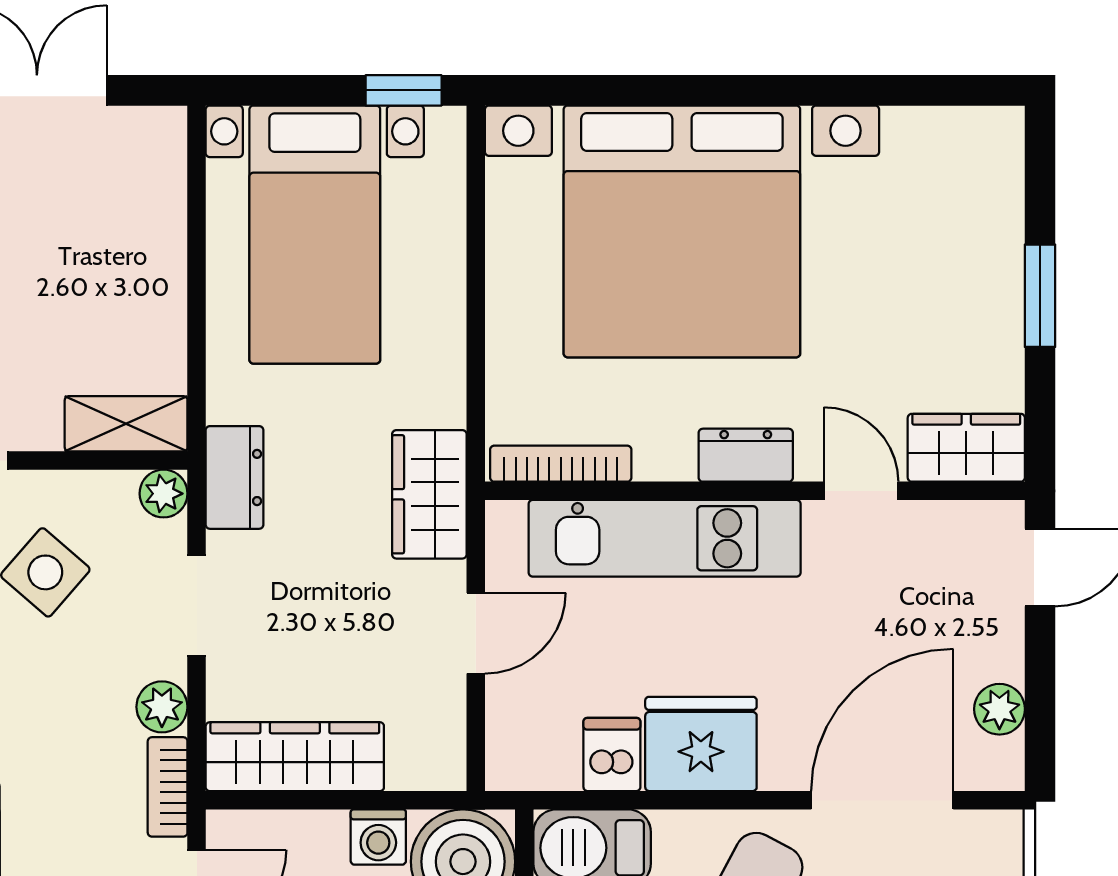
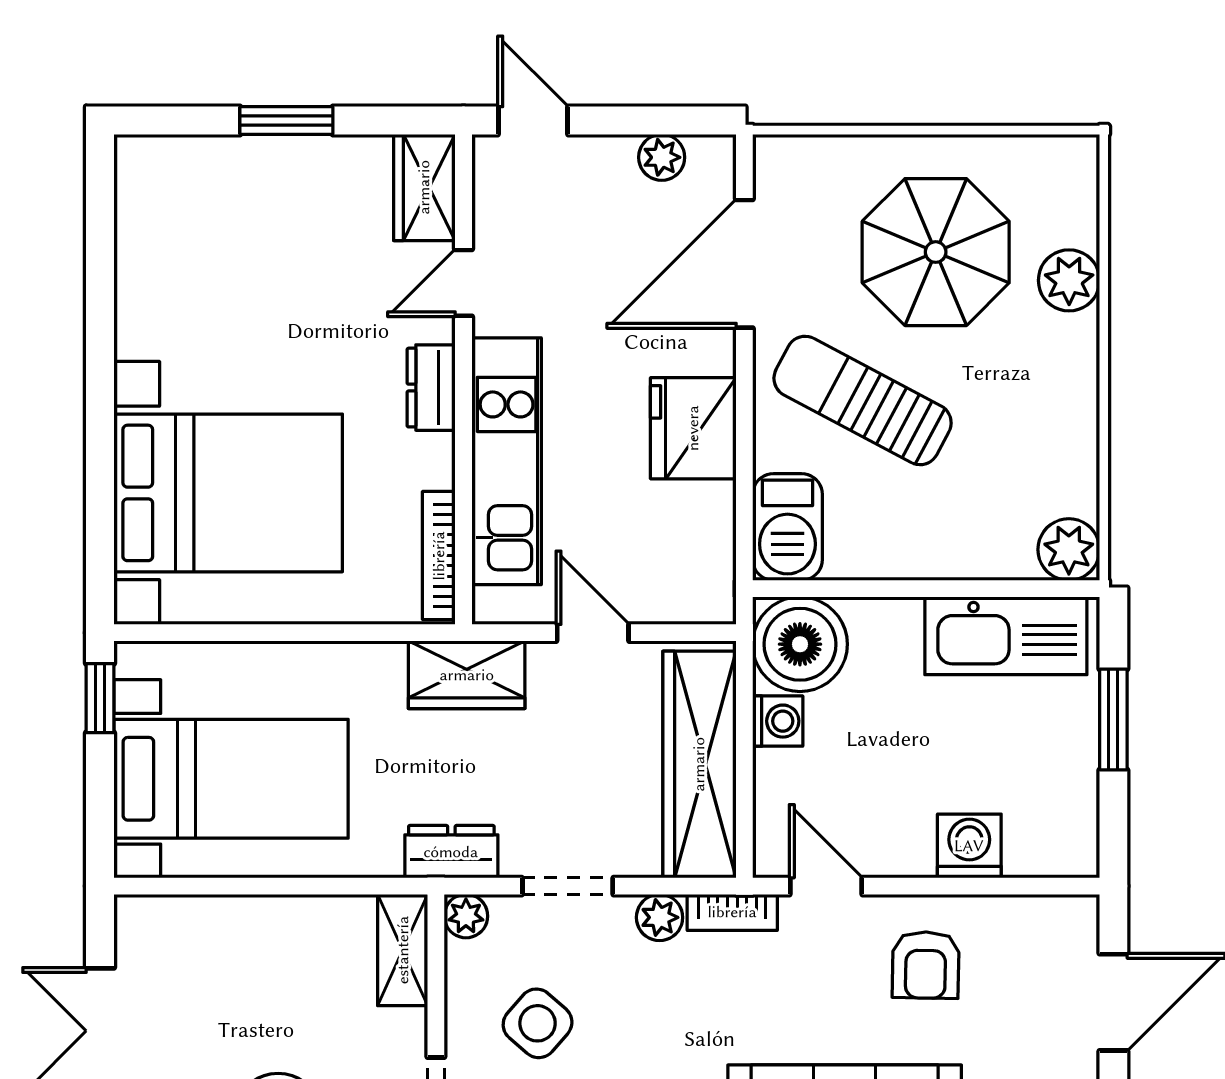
bed with nightstands: (682, 231) -> (228, 493), width x0.73
dishwasher: (612, 755) -> (703, 509), removed
wardrobe: (295, 757) -> (699, 764), width x1.40, depth x1.17
door: (882, 800) -> (744, 264), hinge flipped

